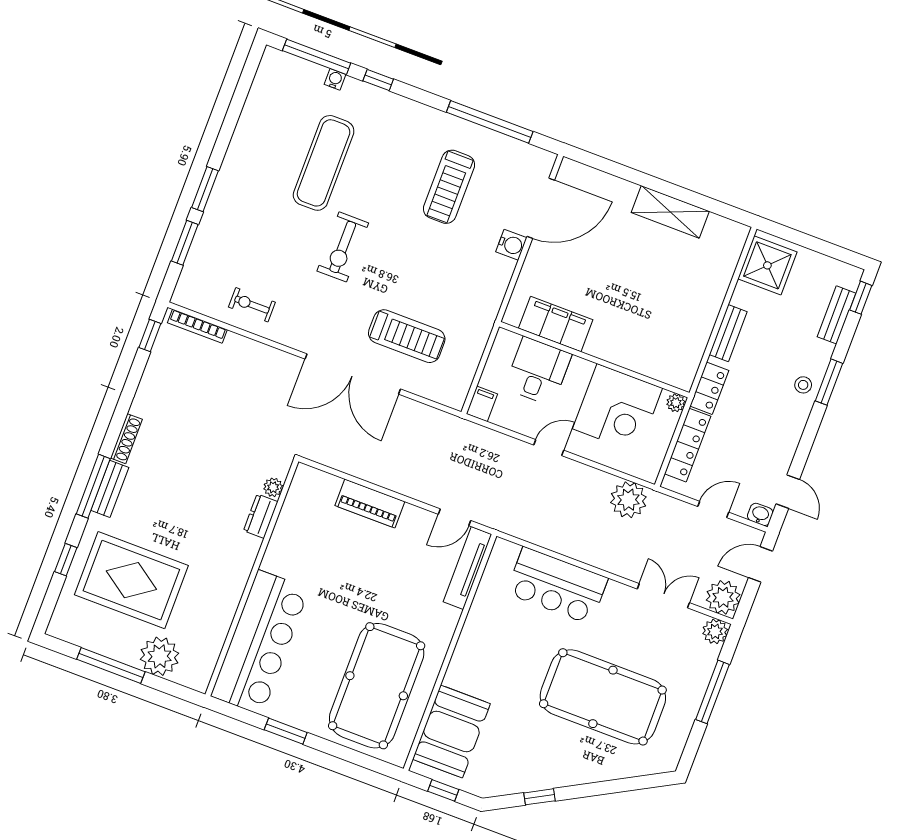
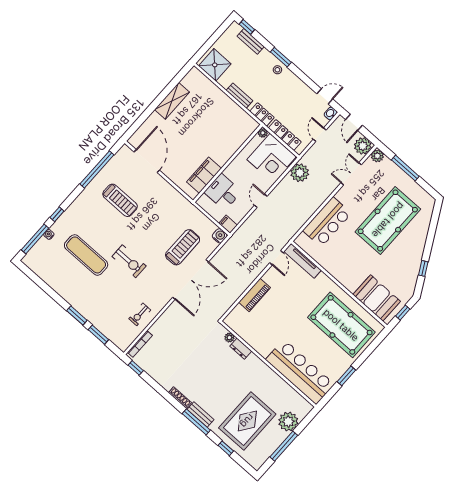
water cooler: (511, 245) -> (220, 236), moved
corner desk: (618, 408) -> (272, 158), moved, turned 90

